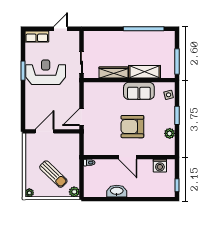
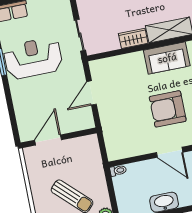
wardrobe: (113, 72) -> (133, 38), width x0.67
door: (81, 117) -> (91, 93), moved

